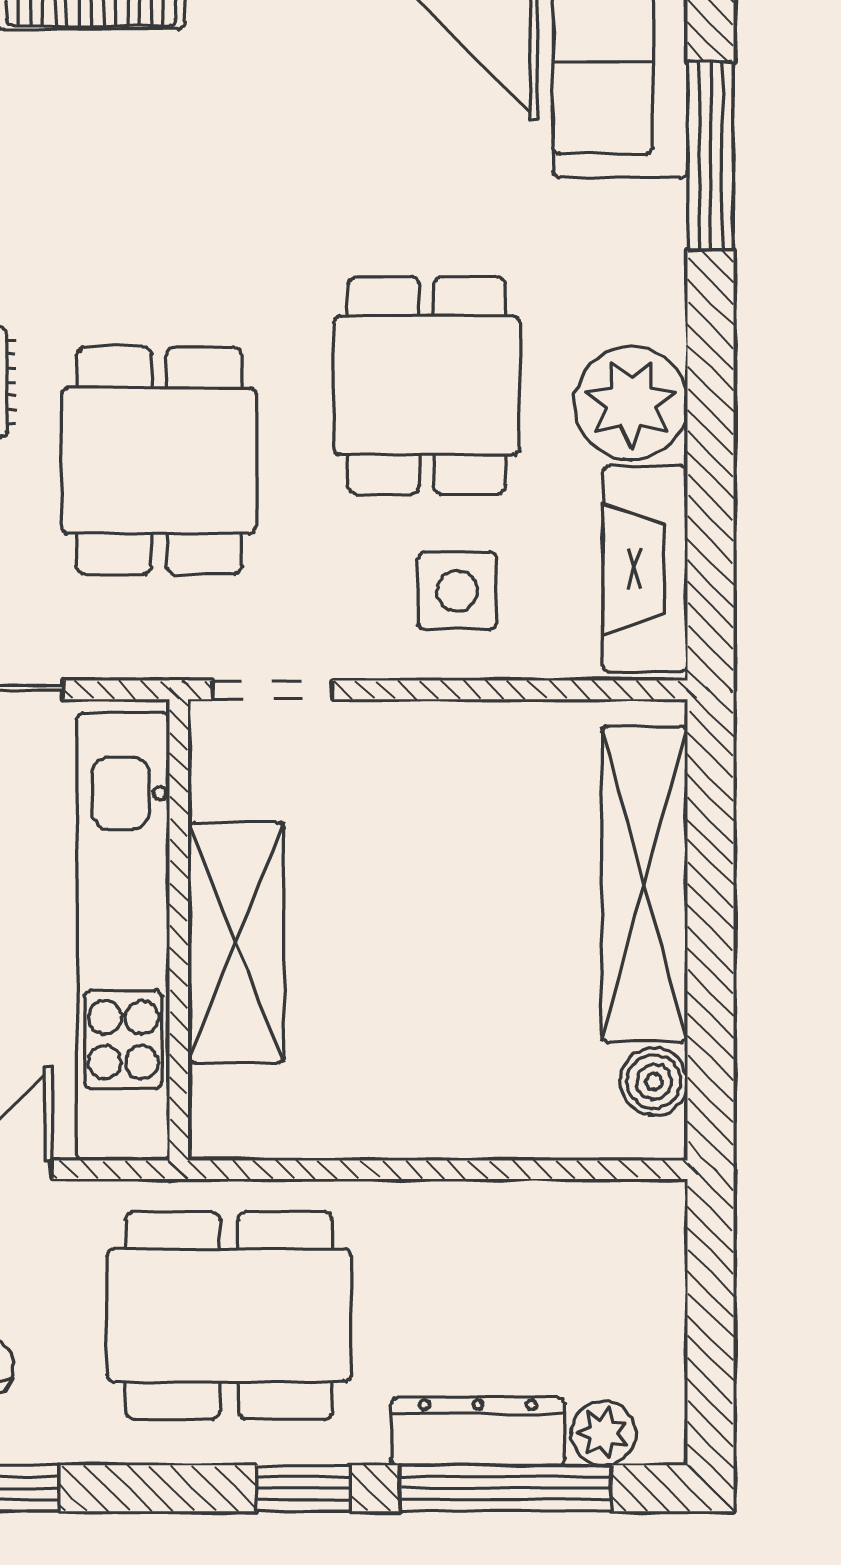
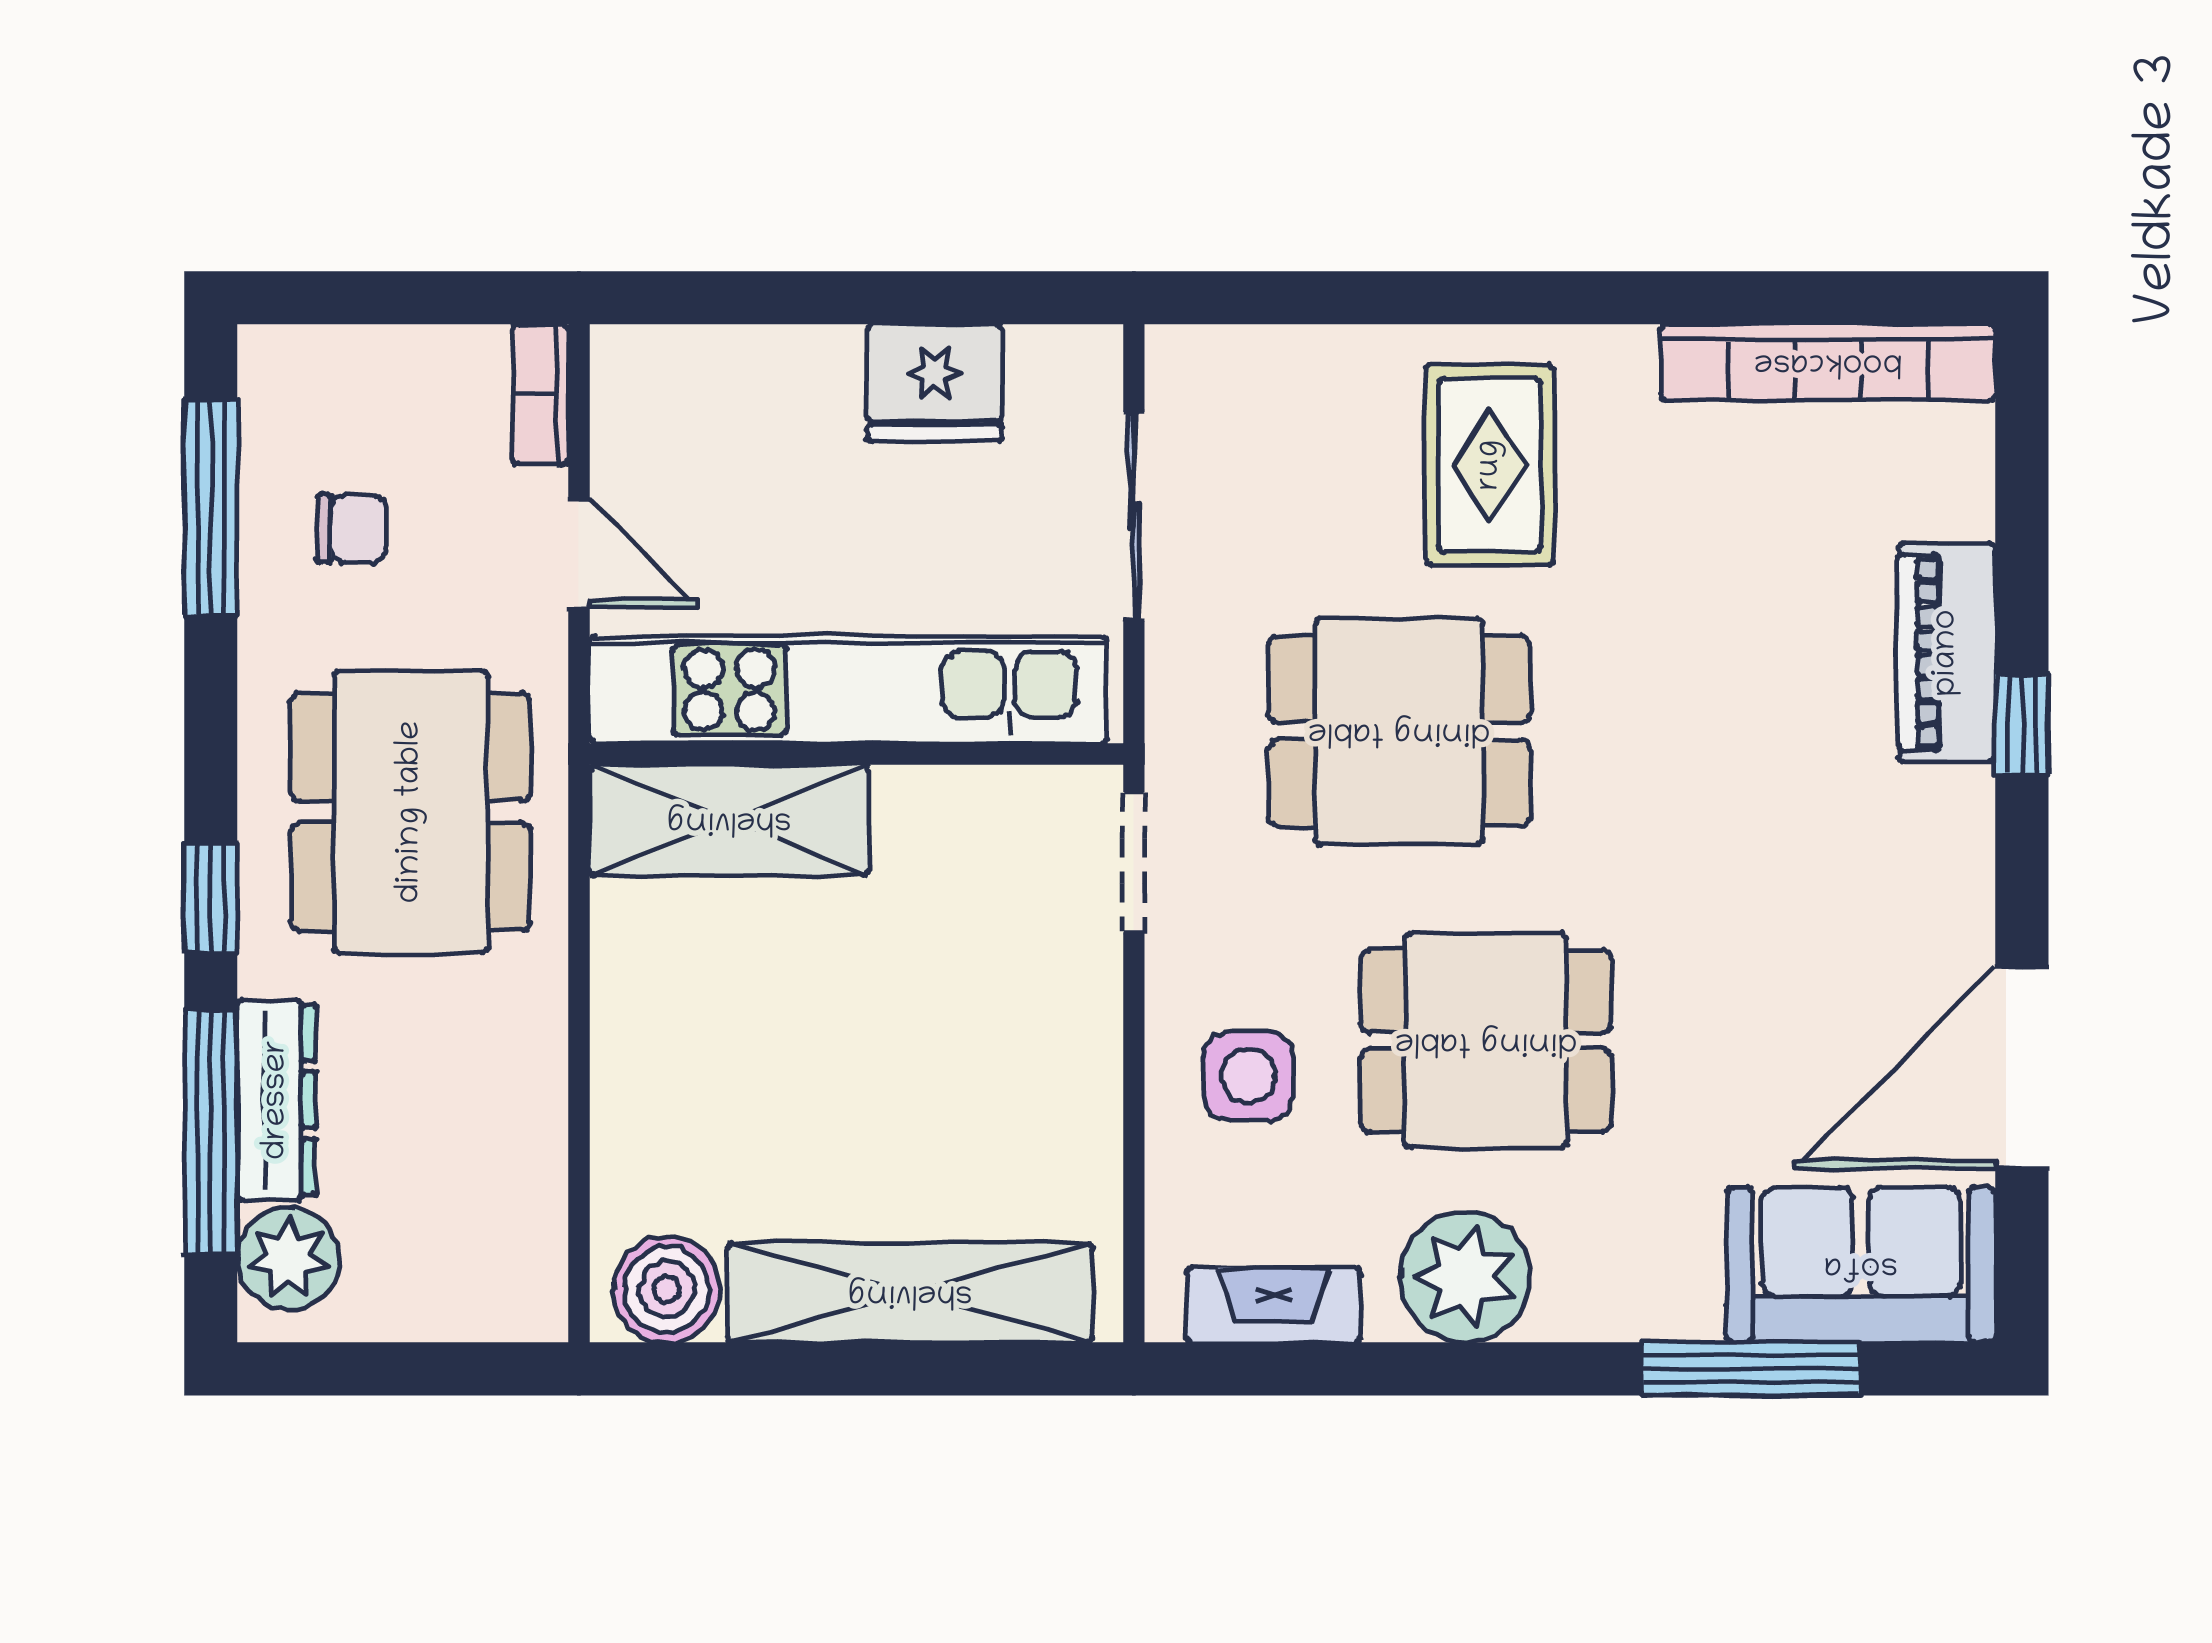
fireplace: (645, 569) -> (1274, 1305), width x0.73, depth x0.76
shelving: (236, 942) -> (729, 820), moved
boiler: (654, 1082) -> (667, 1289), width x1.36, depth x1.36
plant: (603, 1433) -> (288, 1259), width x1.38, depth x1.38

